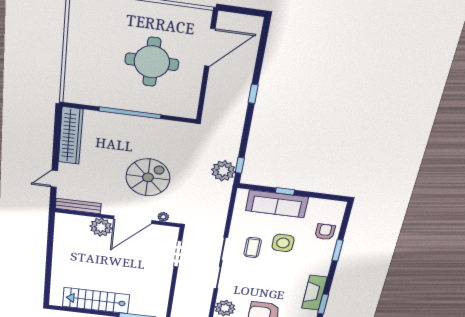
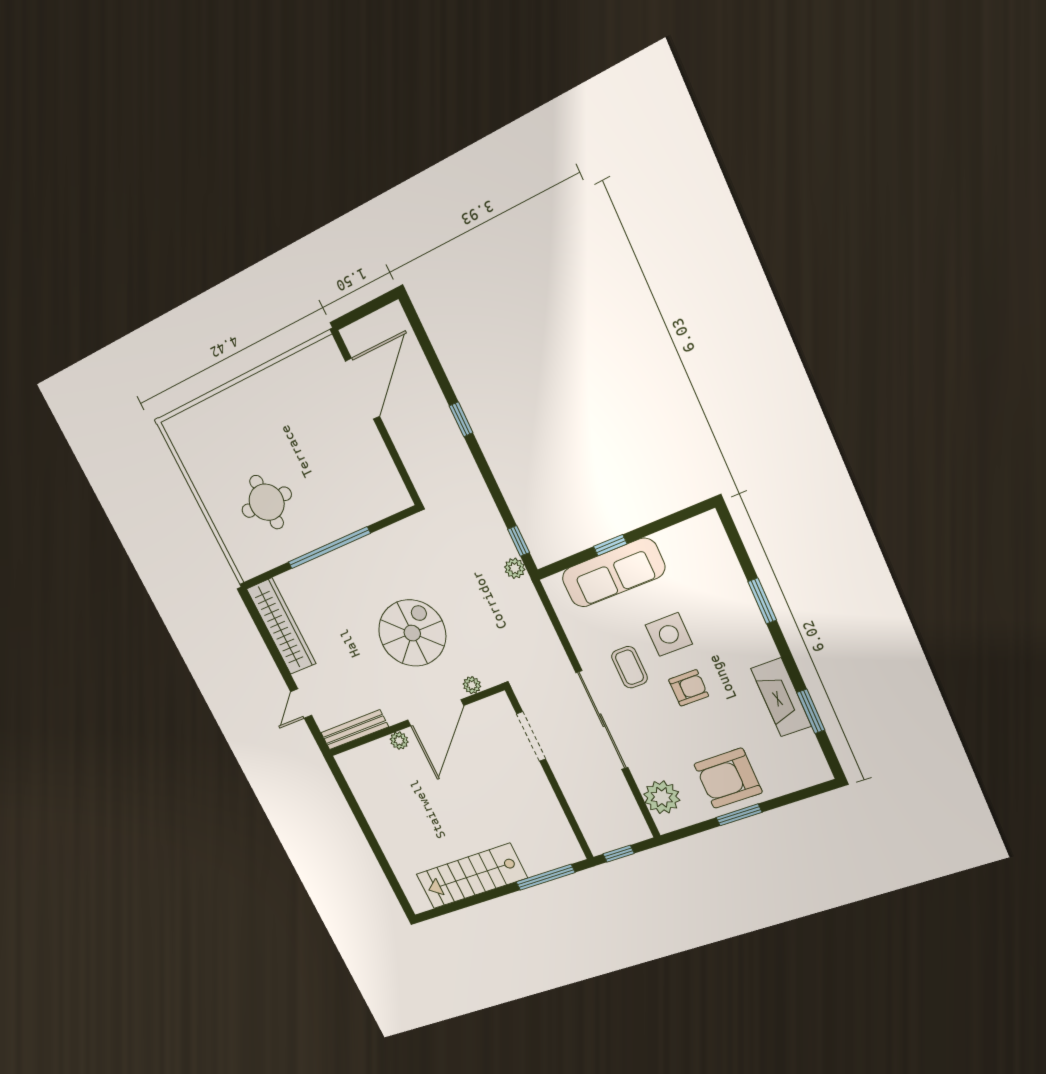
round table: (152, 62) -> (267, 502), moved, width x0.73, depth x0.73
plant: (223, 171) -> (515, 568), width x0.53, depth x0.53
plant: (101, 227) -> (399, 741), width x0.53, depth x0.53
armchair: (325, 232) -> (689, 688), moved, turned 90

